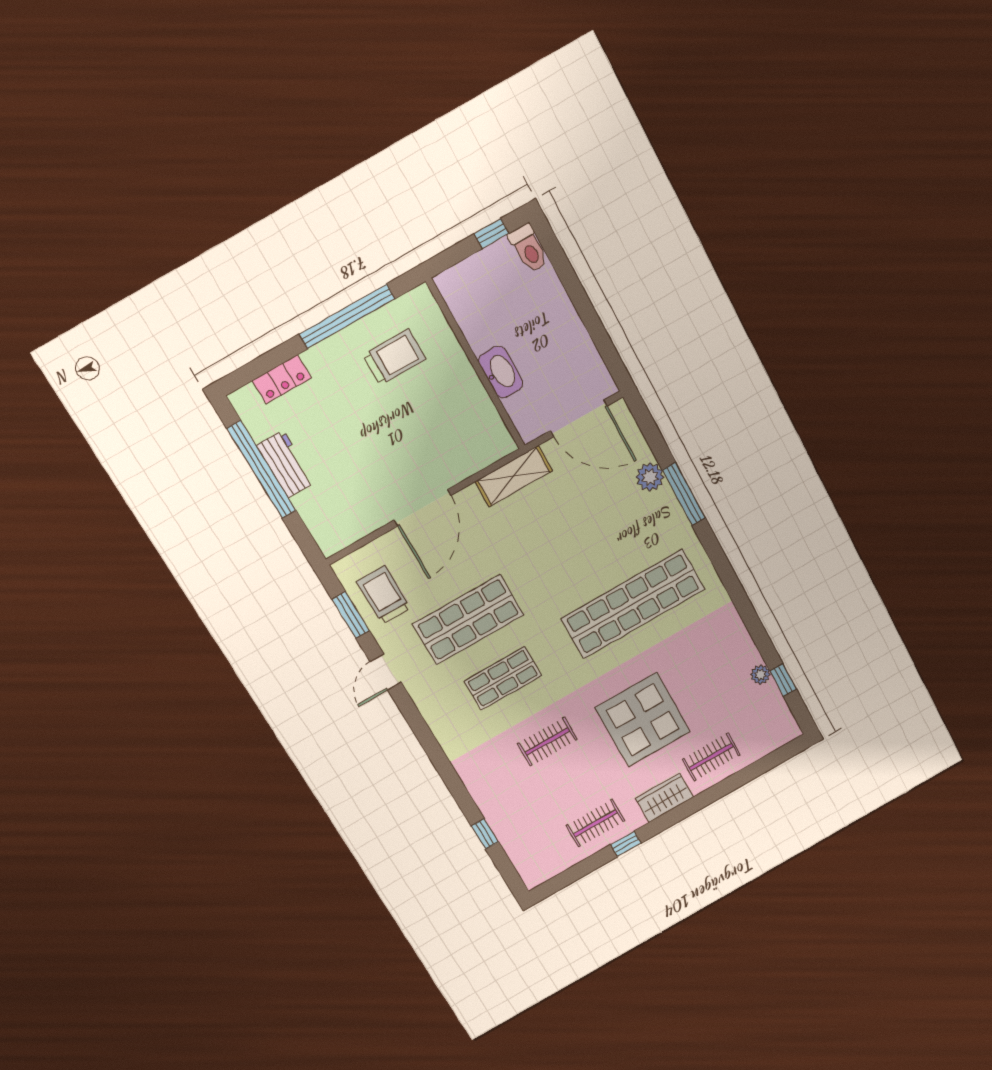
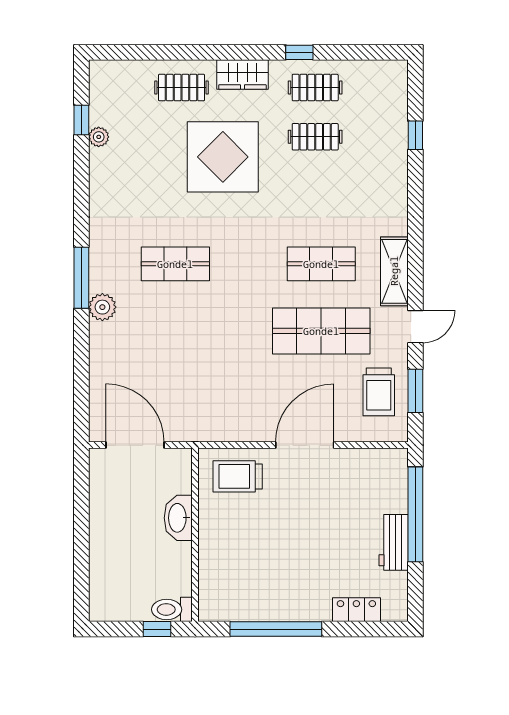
window: (491, 234) -> (157, 629), moved
toilet: (529, 248) -> (172, 609), moved, turned -90
trolley: (394, 357) -> (238, 476), moved
window: (262, 470) -> (415, 514), moved
shelving: (514, 476) -> (394, 271), moved, turned 90
plant: (650, 477) -> (102, 307), moved
window: (684, 494) -> (81, 278), moved
shop shelf: (633, 604) -> (175, 264), width x0.50, depth x0.74
clothes rail: (547, 742) -> (315, 137), moved

